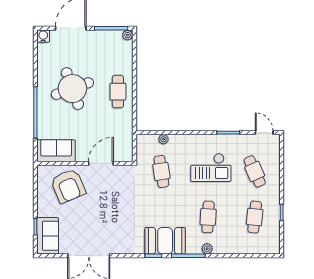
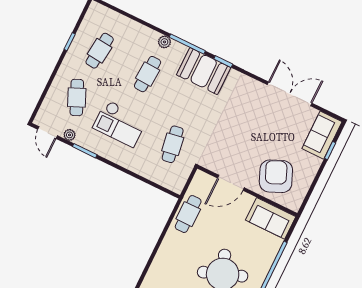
cafe table: (118, 92) -> (188, 214), moved
plant: (163, 139) -> (70, 135), moved
checkout: (211, 167) -> (120, 124), turned 180

